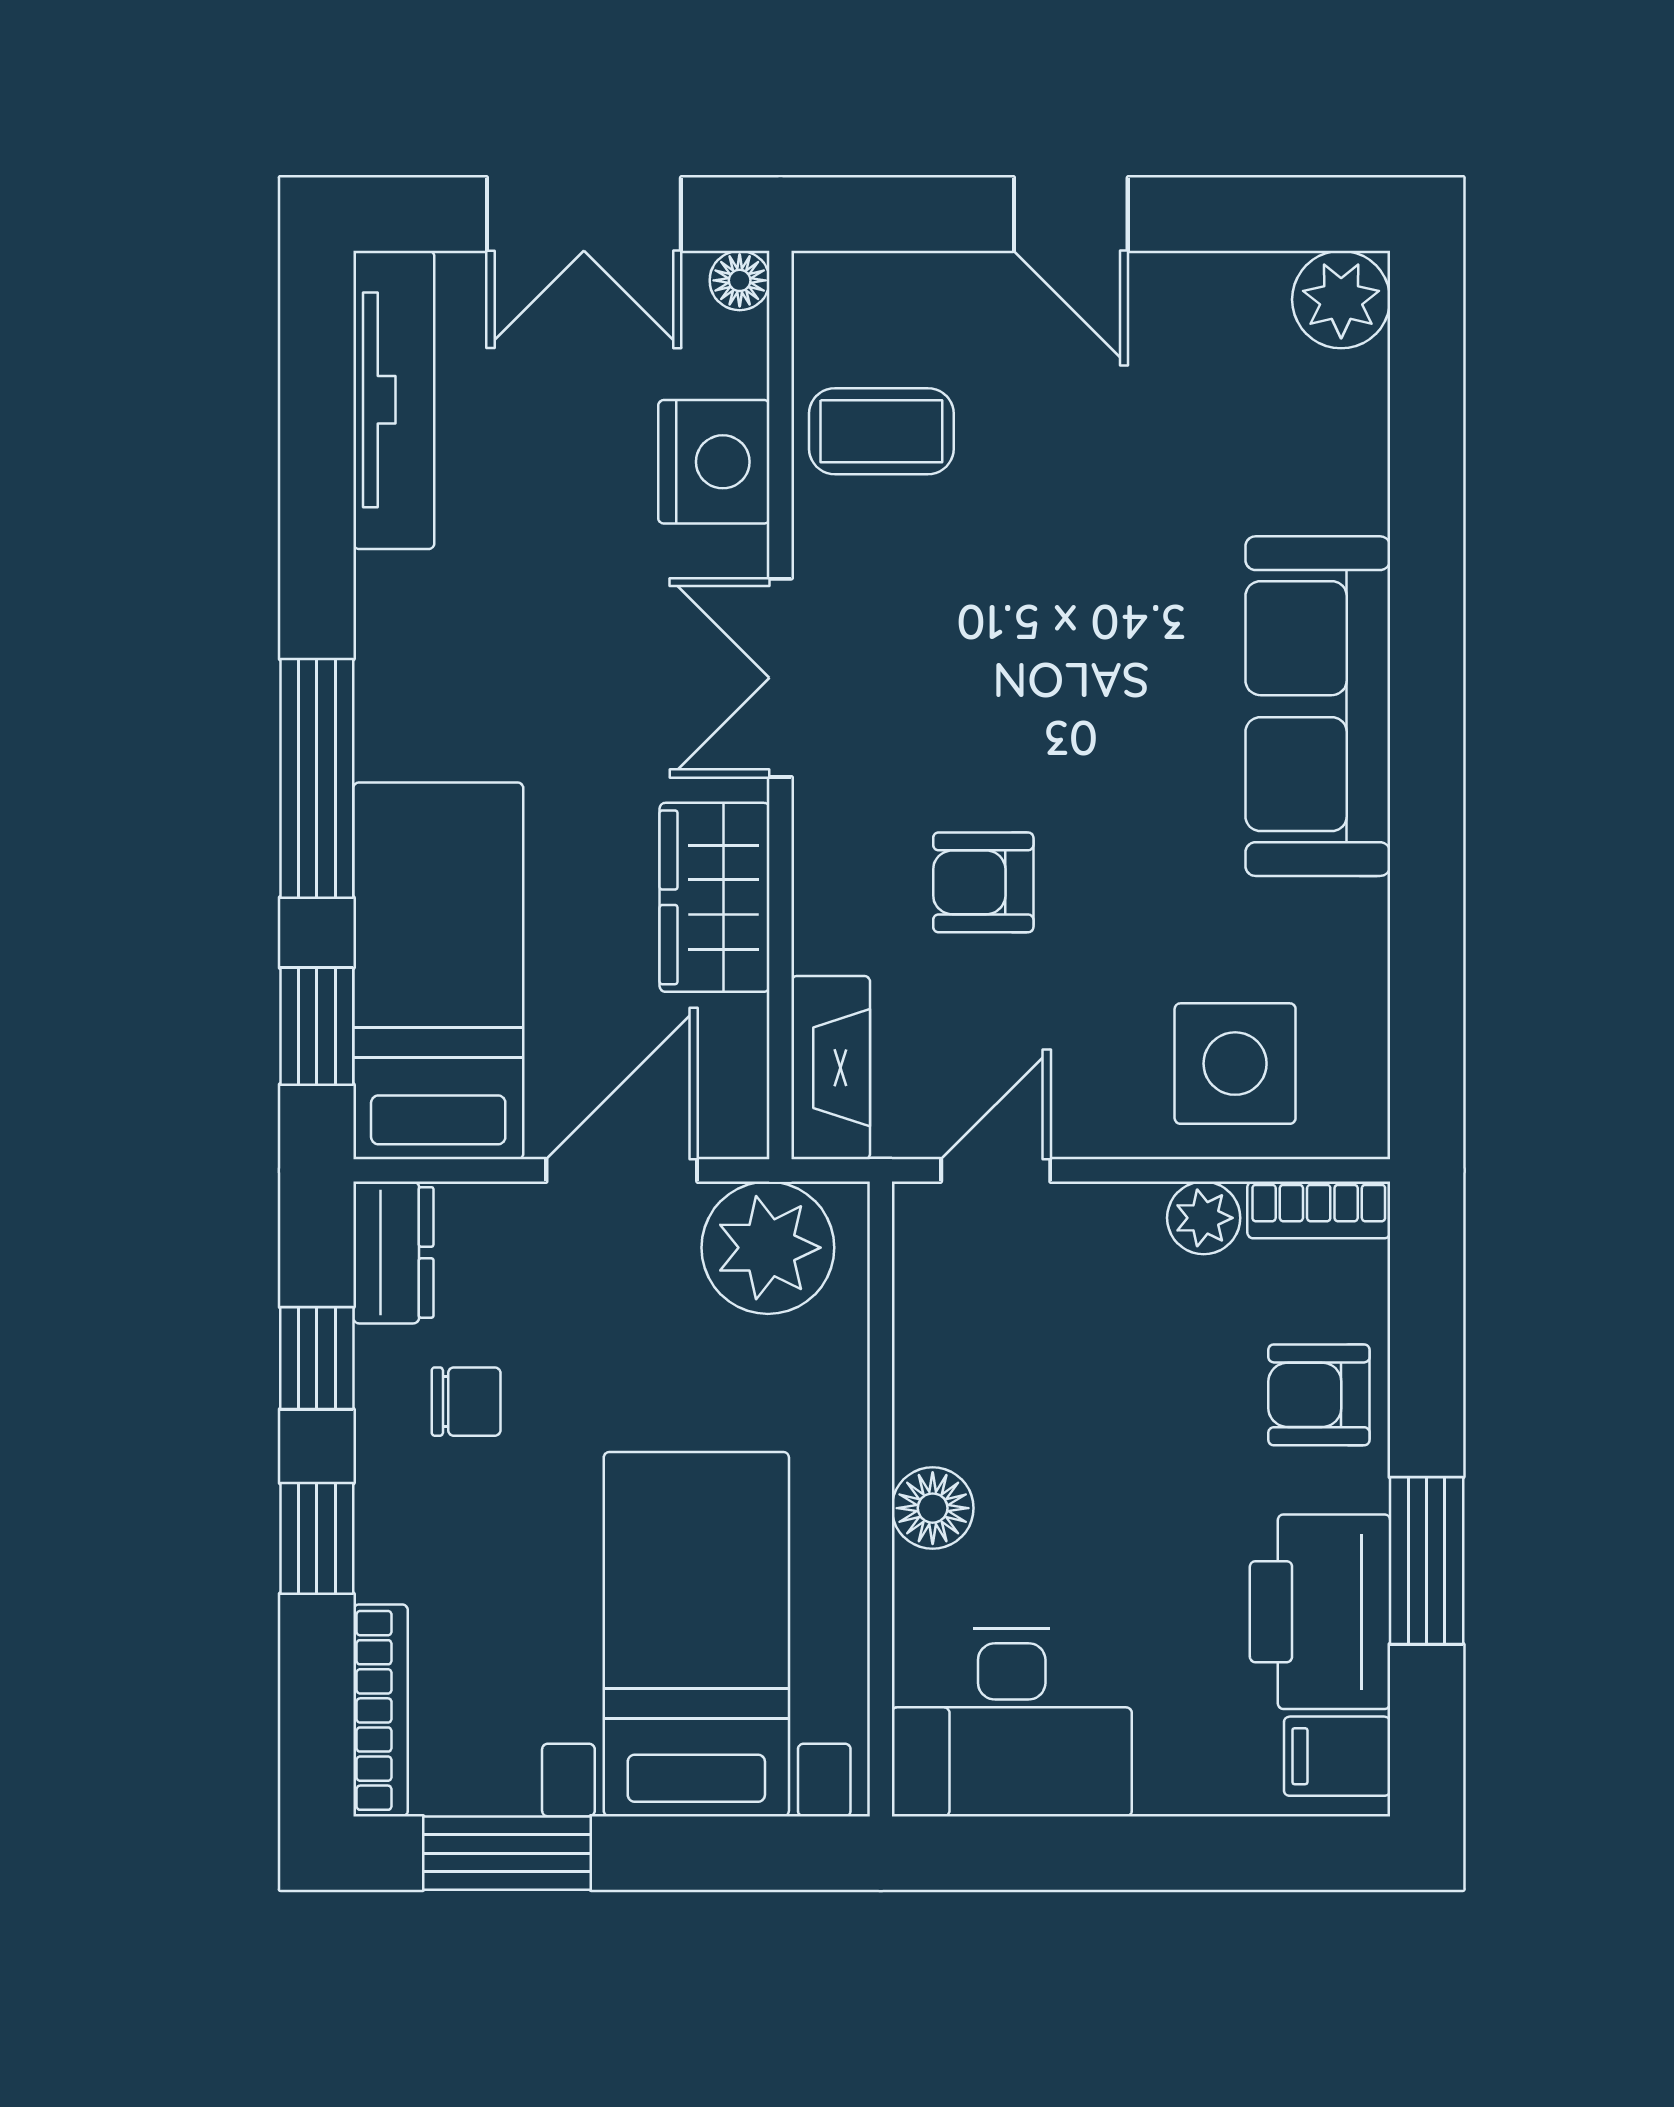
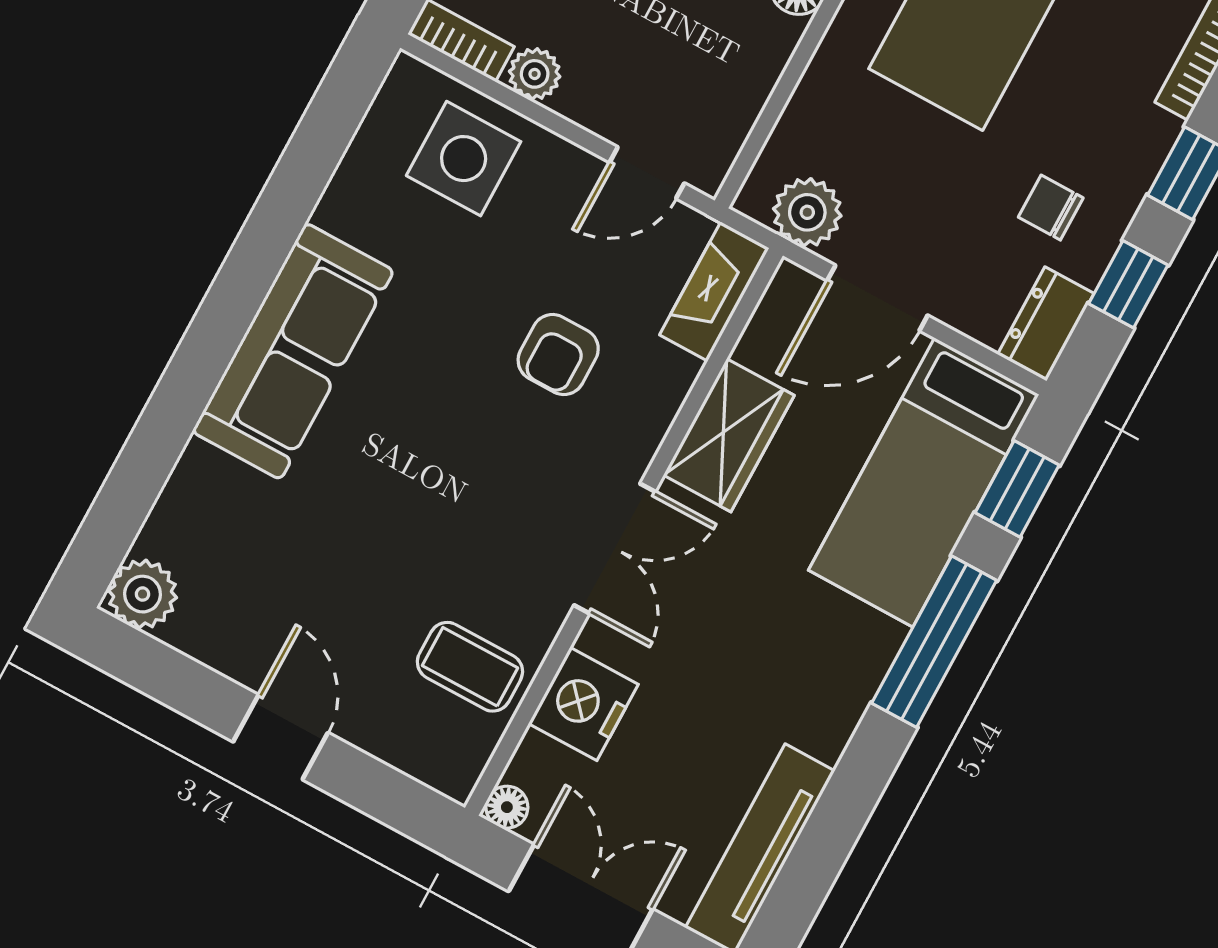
armchair: (983, 882) -> (558, 355), turned 90
plant: (768, 1248) -> (807, 212), width x0.73, depth x0.73

